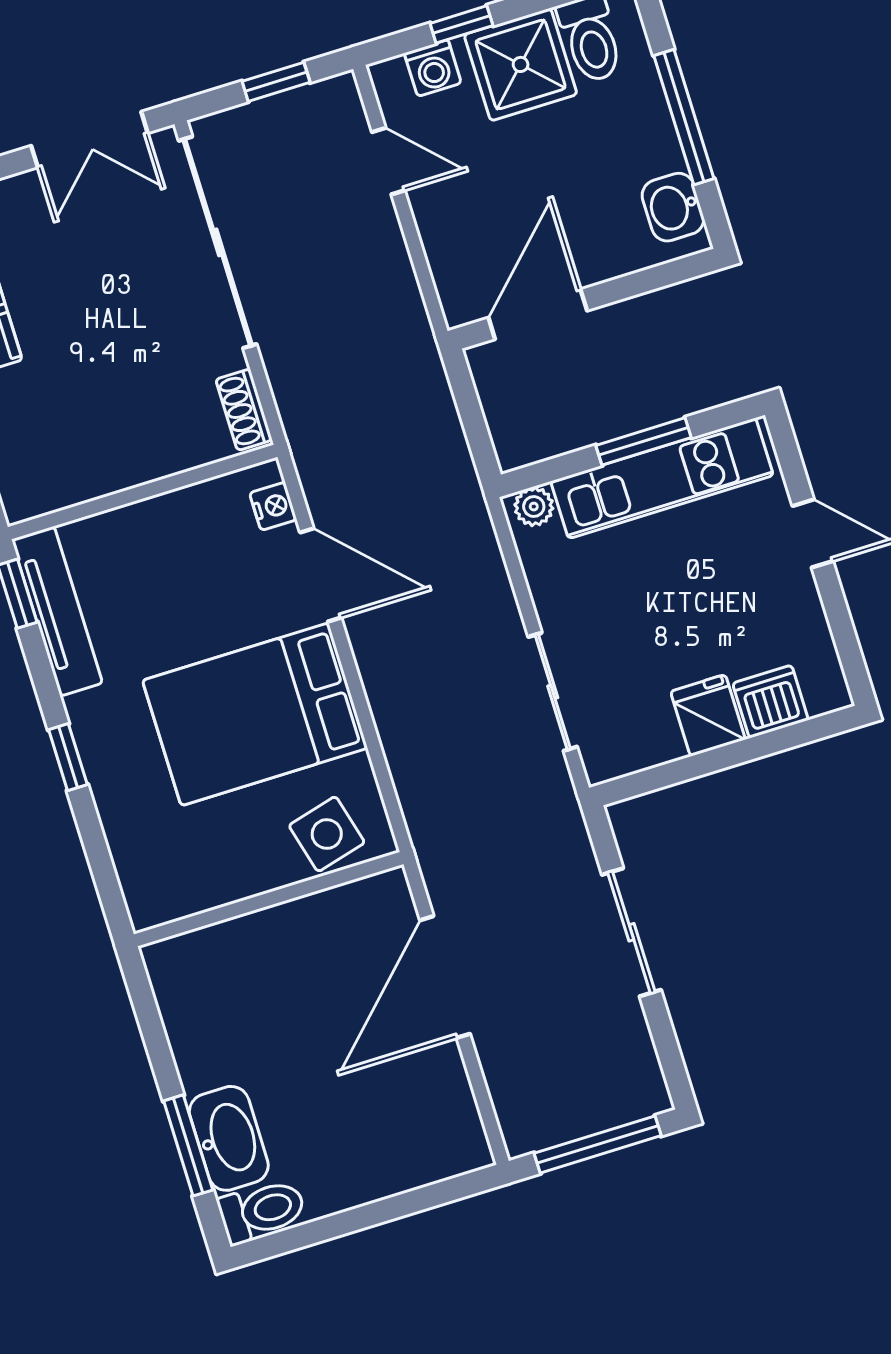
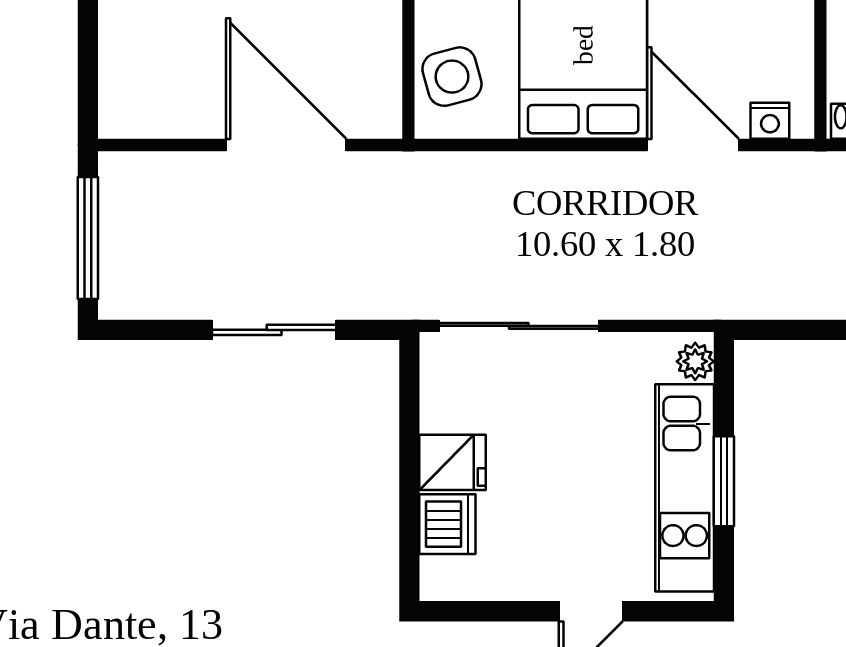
door: (321, 575) -> (693, 145), swing flipped
sliding door: (553, 692) -> (519, 326), width x1.37

